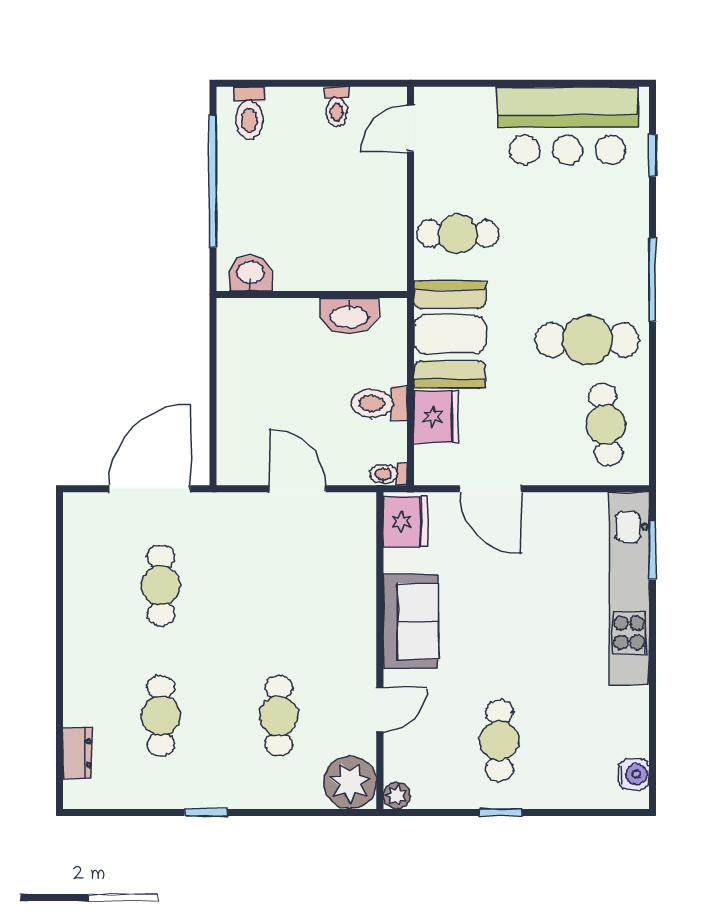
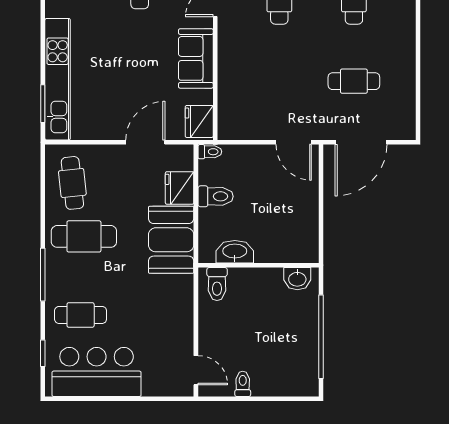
toilet: (249, 113) -> (217, 284), moved, turned 180
door: (411, 128) -> (196, 370), hinge flipped
cafe table: (458, 234) -> (81, 315), moved
door: (298, 489) -> (294, 142), moved
door: (490, 489) -> (145, 142), hinge flipped
cafe table: (161, 585) -> (354, 81), turned 90

